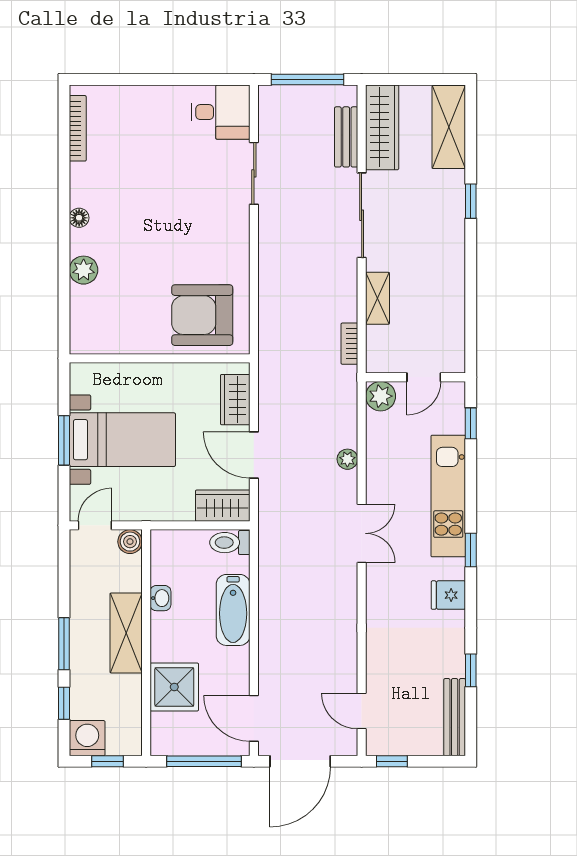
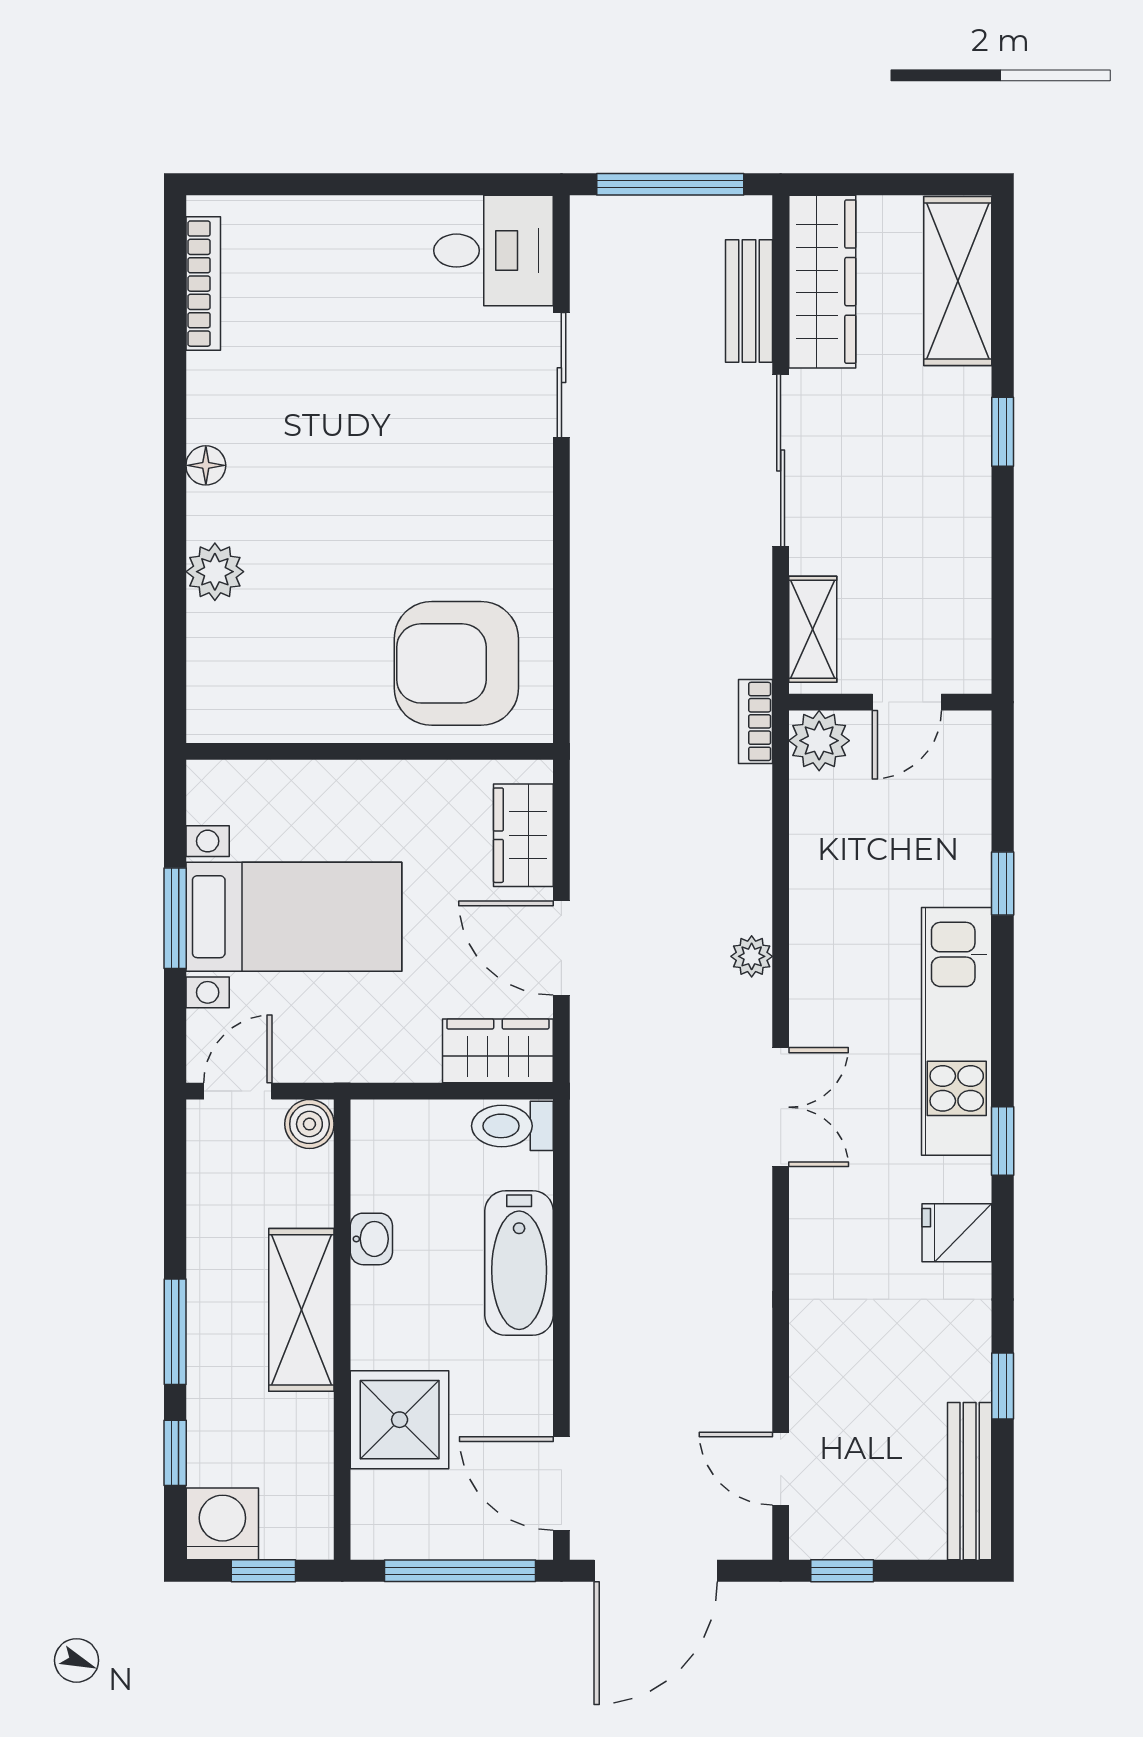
wall: (416, 377) -> (890, 702), moved
door: (424, 377) -> (907, 702), moved
plant: (381, 396) -> (819, 741), moved

